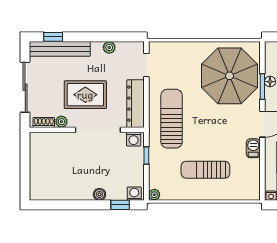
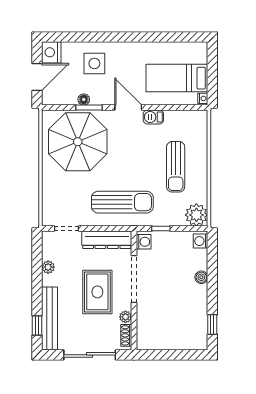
sun lounger: (172, 119) -> (122, 202), turned 180
plant: (154, 195) -> (196, 215), width x1.88, depth x1.88
window: (120, 205) -> (212, 324), moved

